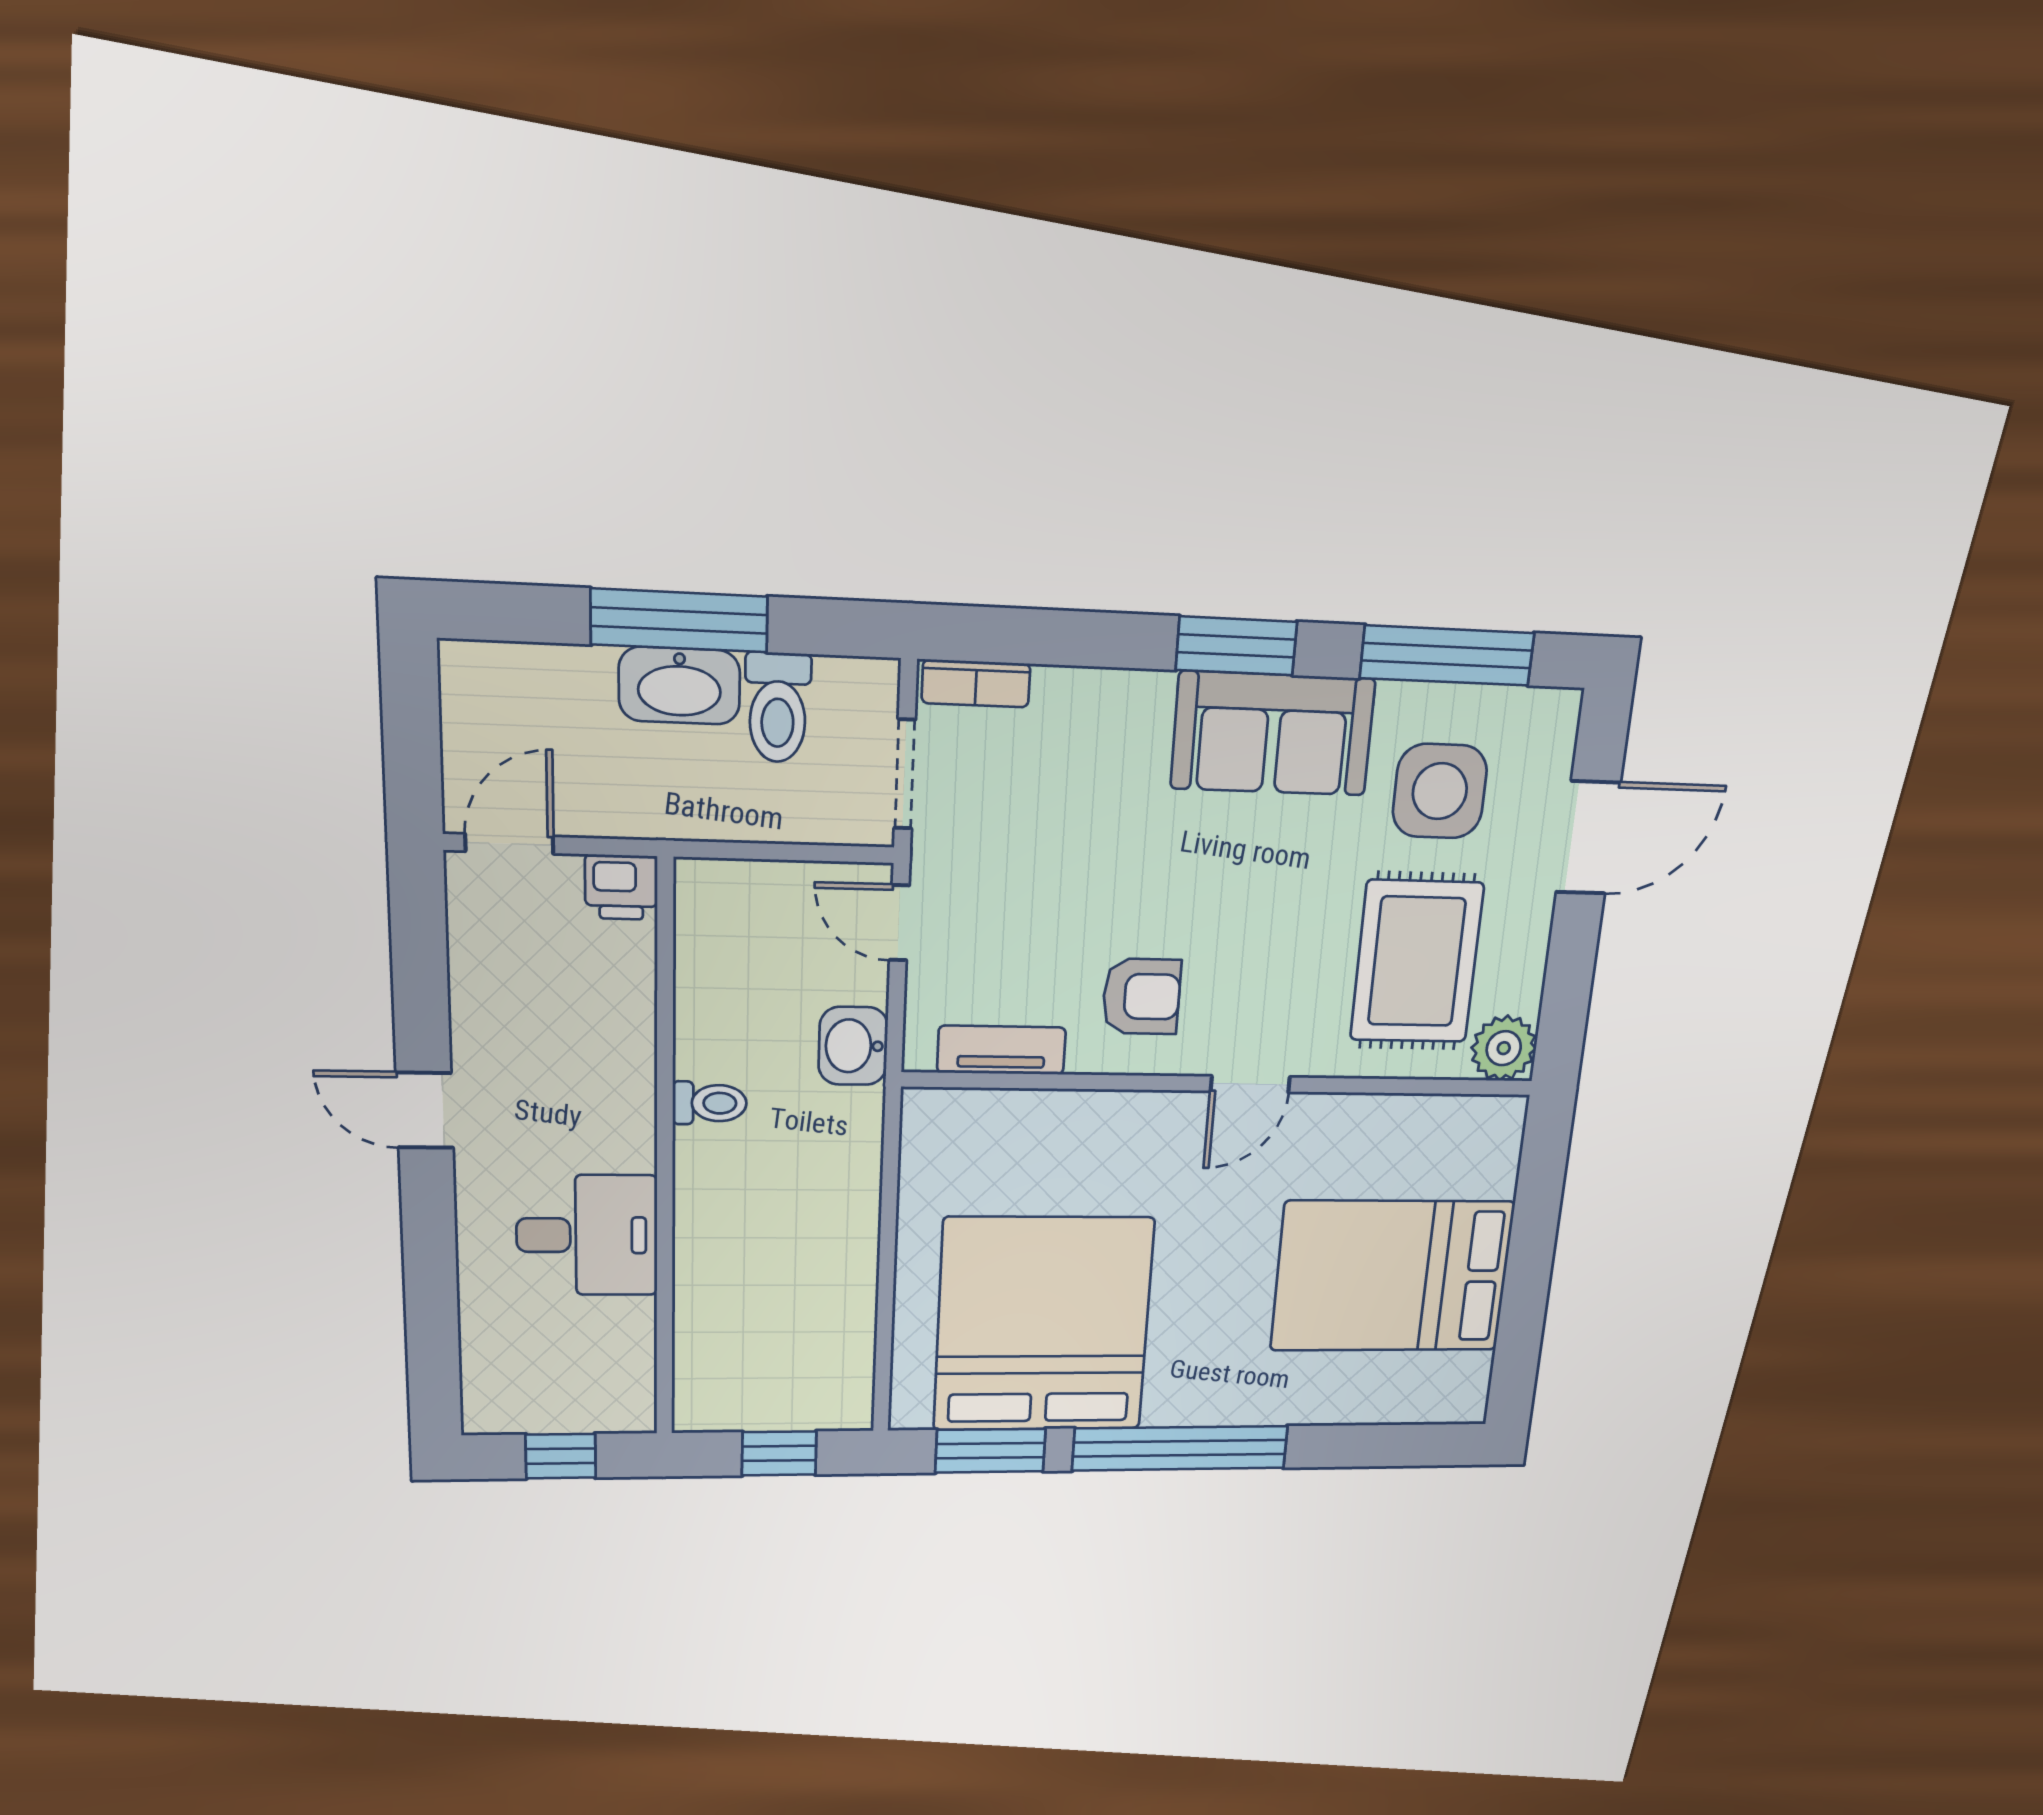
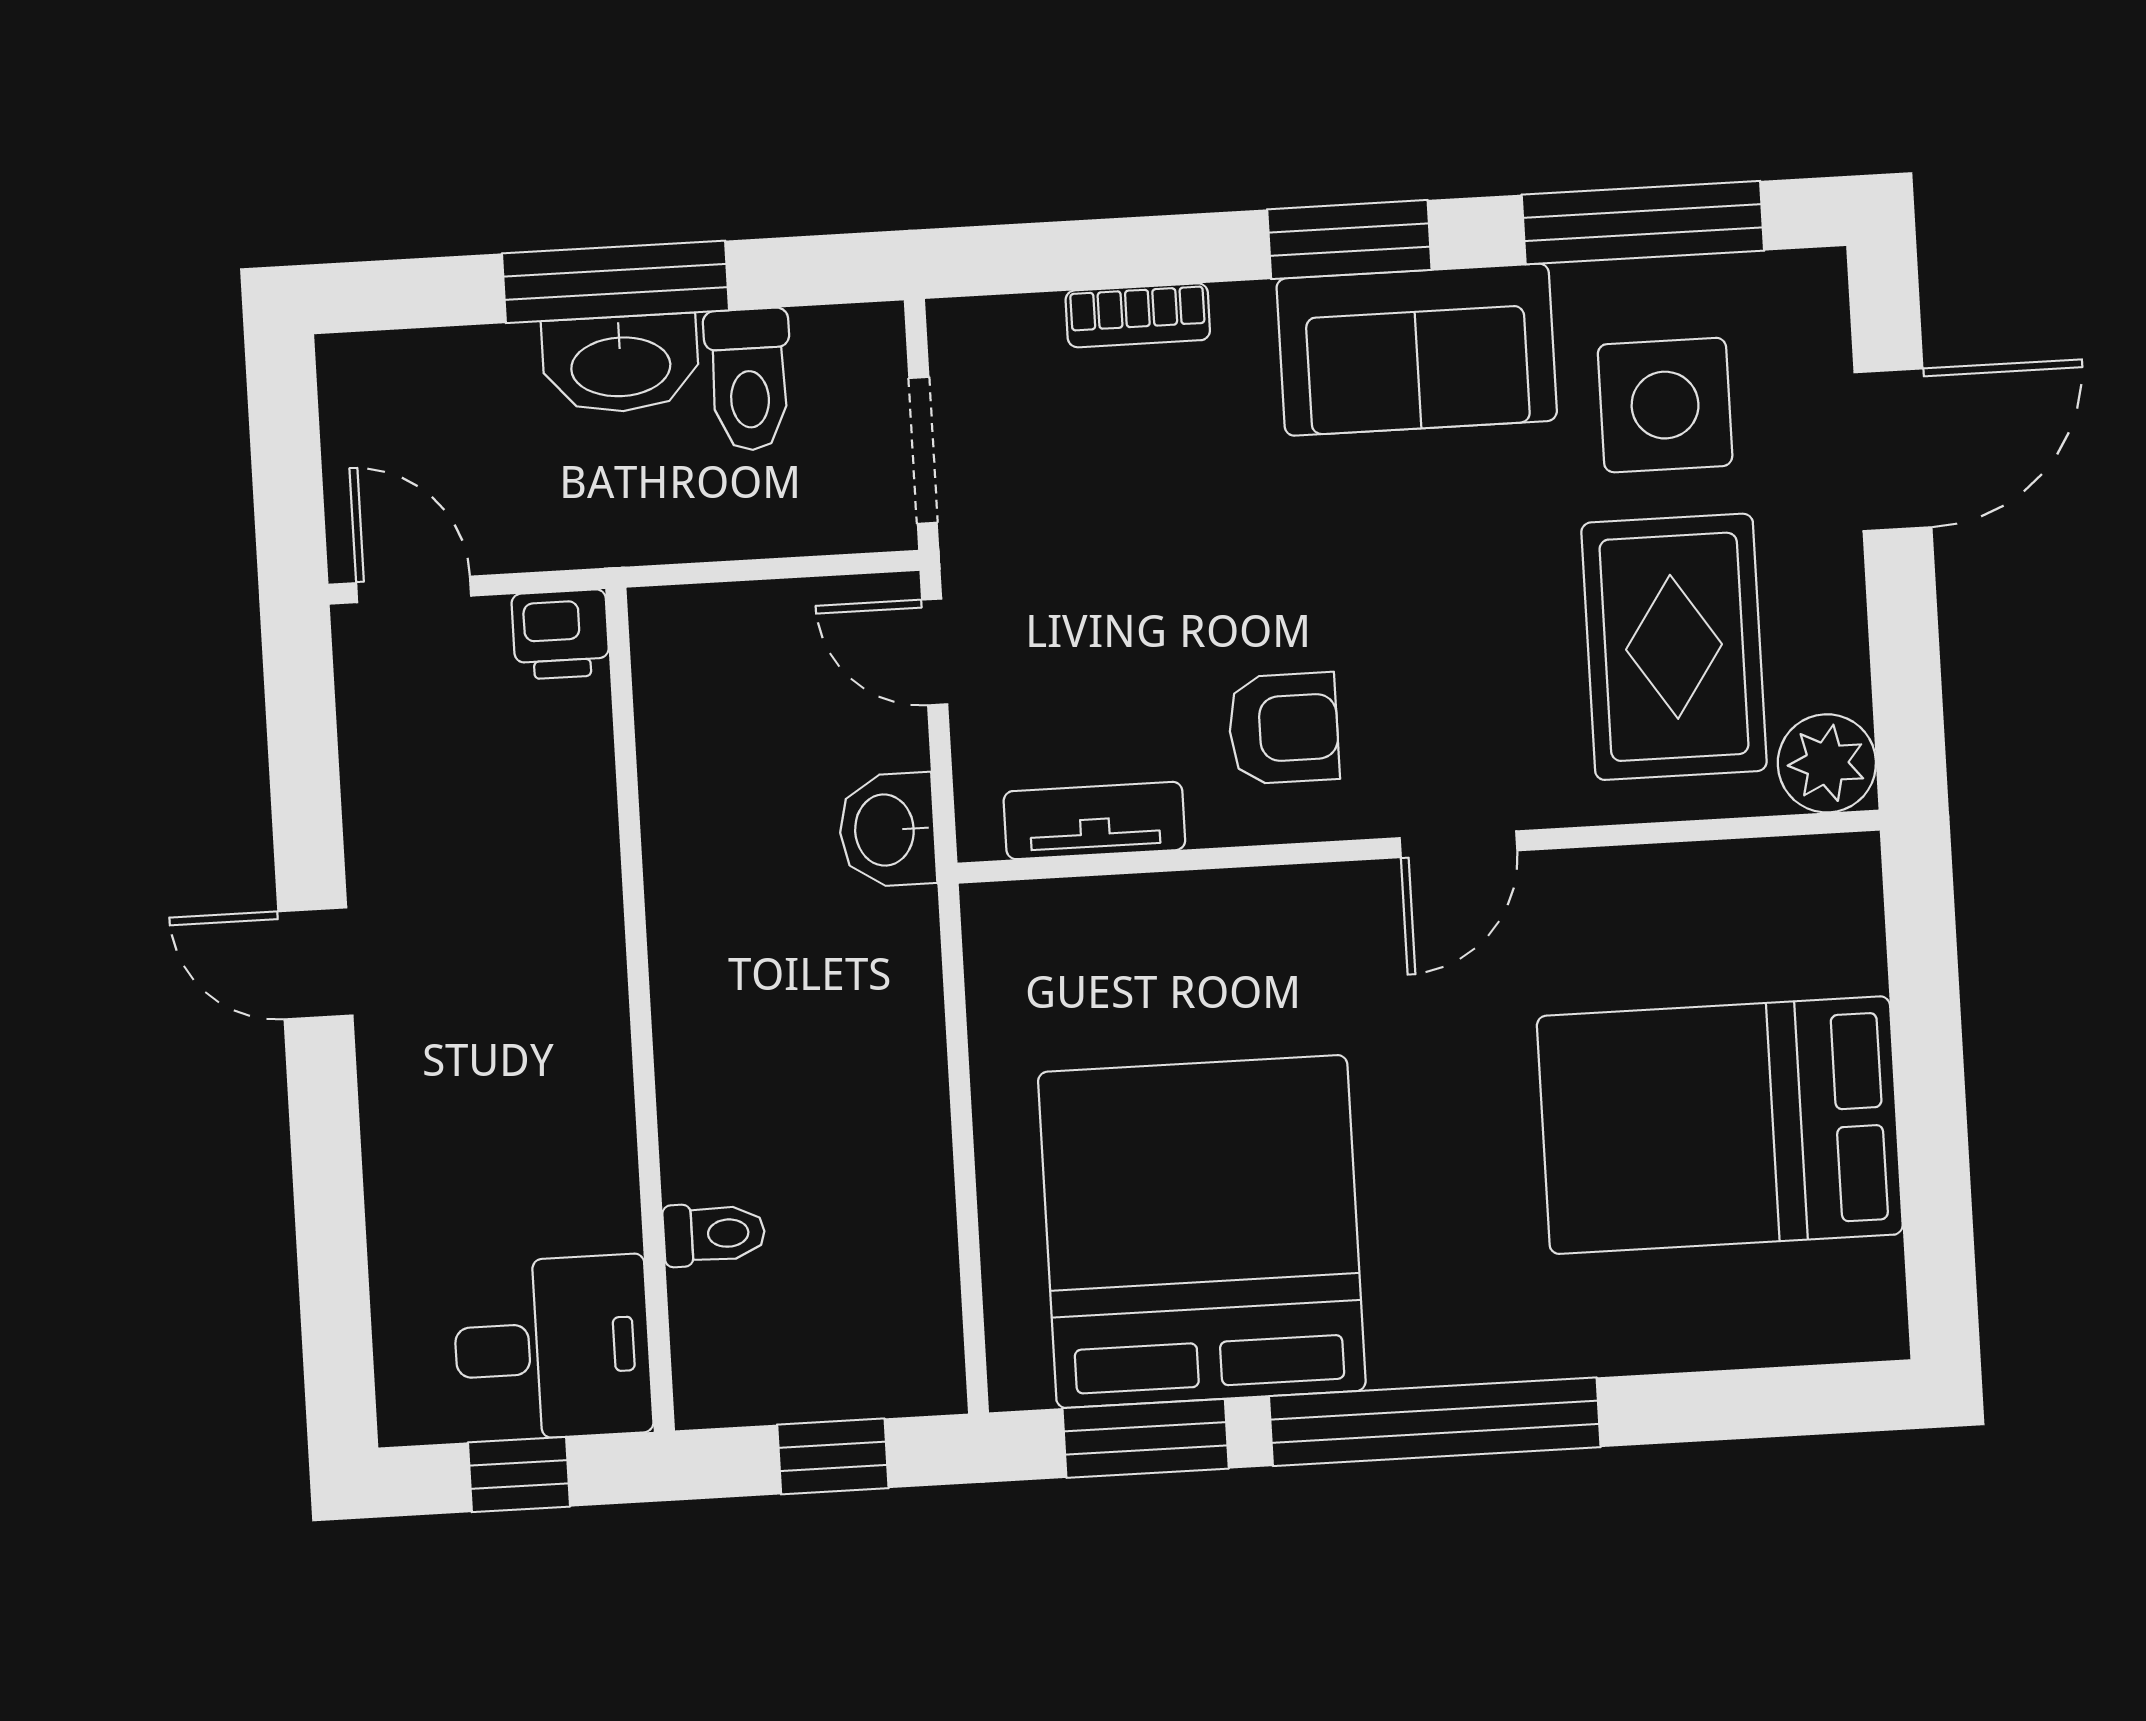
bookcase: (976, 683) -> (1138, 315), moved
door: (509, 844) -> (414, 589), hinge flipped
toilet: (710, 1103) -> (714, 1234), moved
desk: (587, 1235) -> (552, 1348), moved

